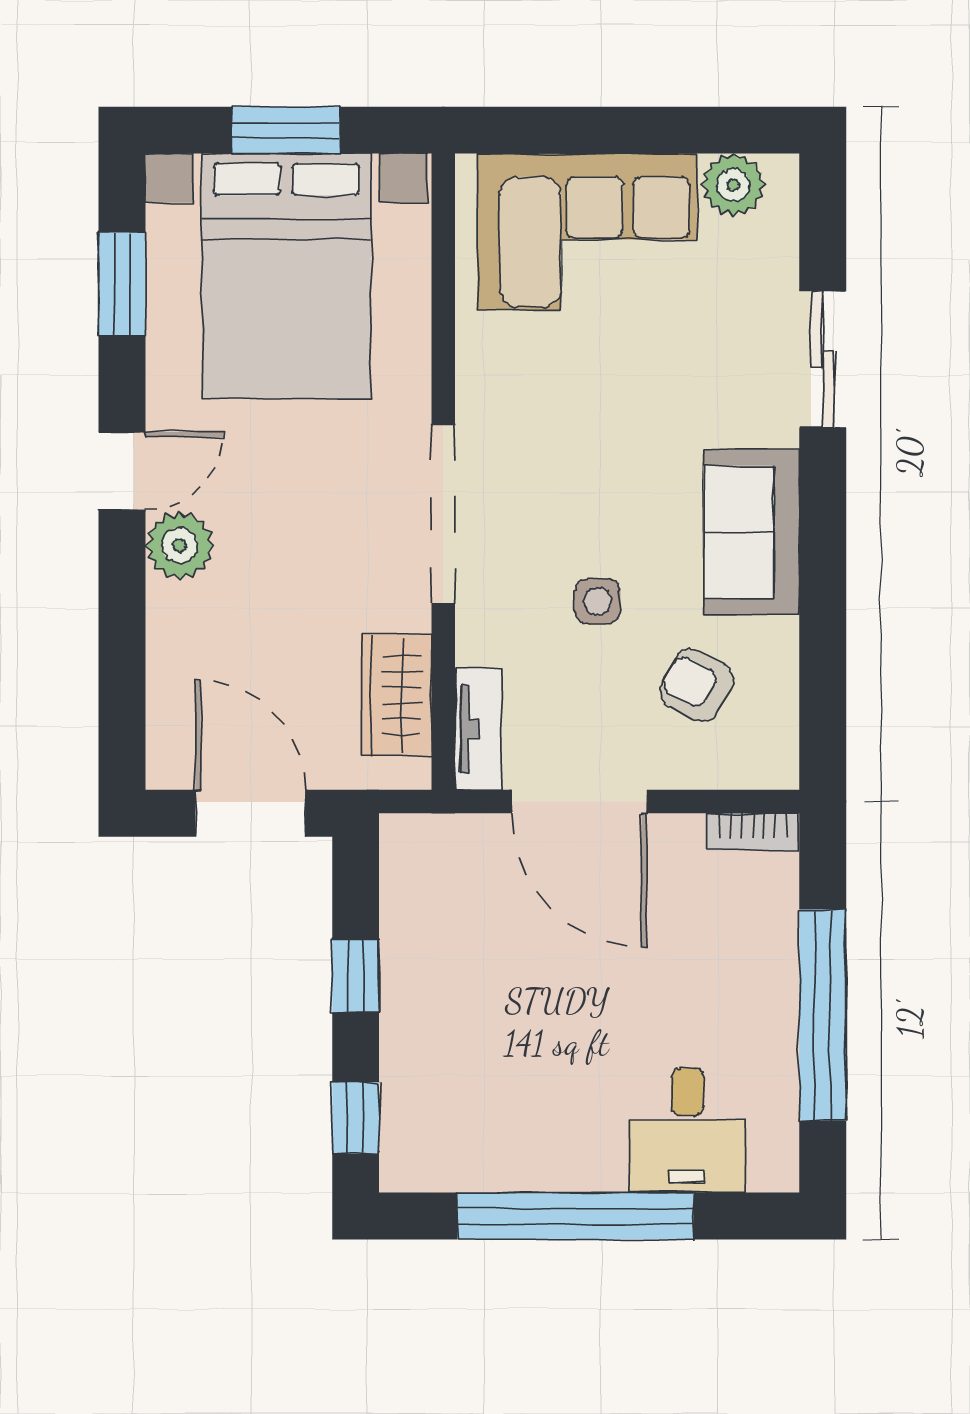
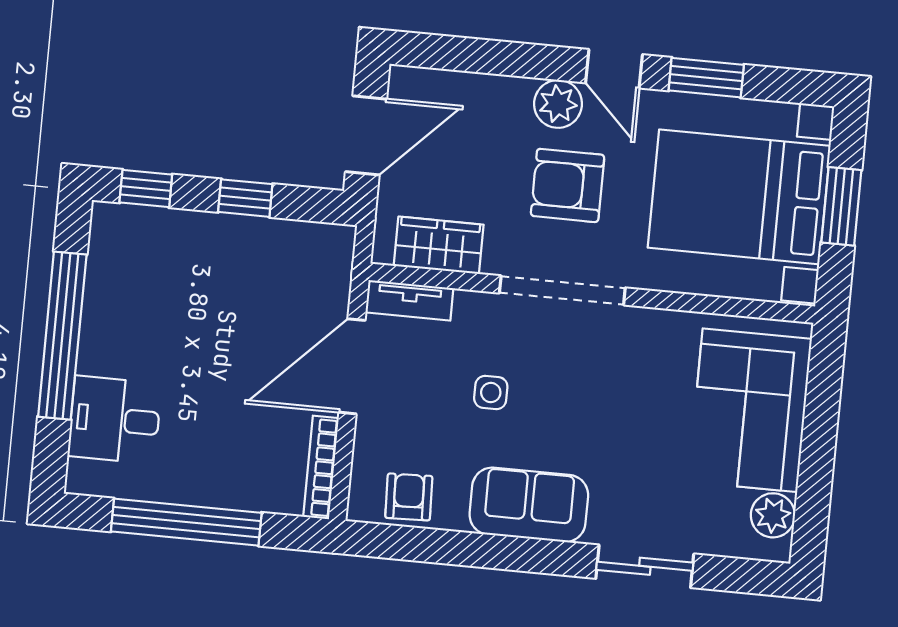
window: (122, 284) -> (706, 78), moved
armchair: (294, 521) -> (568, 185), added
armchair: (696, 685) -> (409, 497), moved, turned -30
bookcase: (753, 832) -> (321, 467), width x1.56

